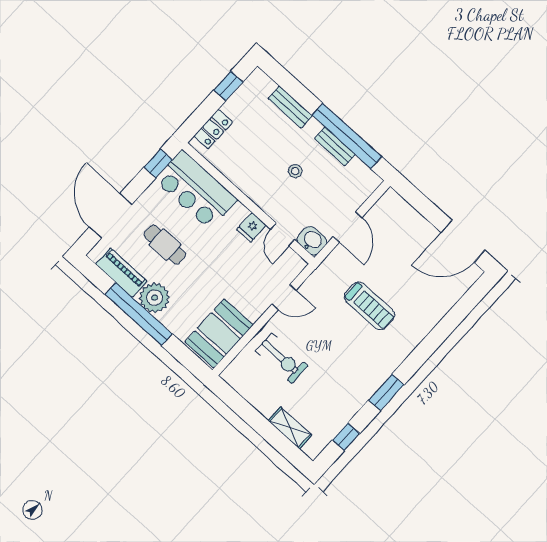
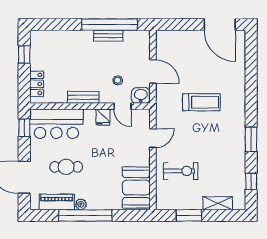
bench: (290, 107) -> (83, 97), moved
stool: (295, 171) -> (118, 80), moved
door: (463, 241) -> (220, 25), hinge flipped
plant: (155, 298) -> (81, 204), width x0.53, depth x0.53
window: (248, 413) -> (189, 215), added

